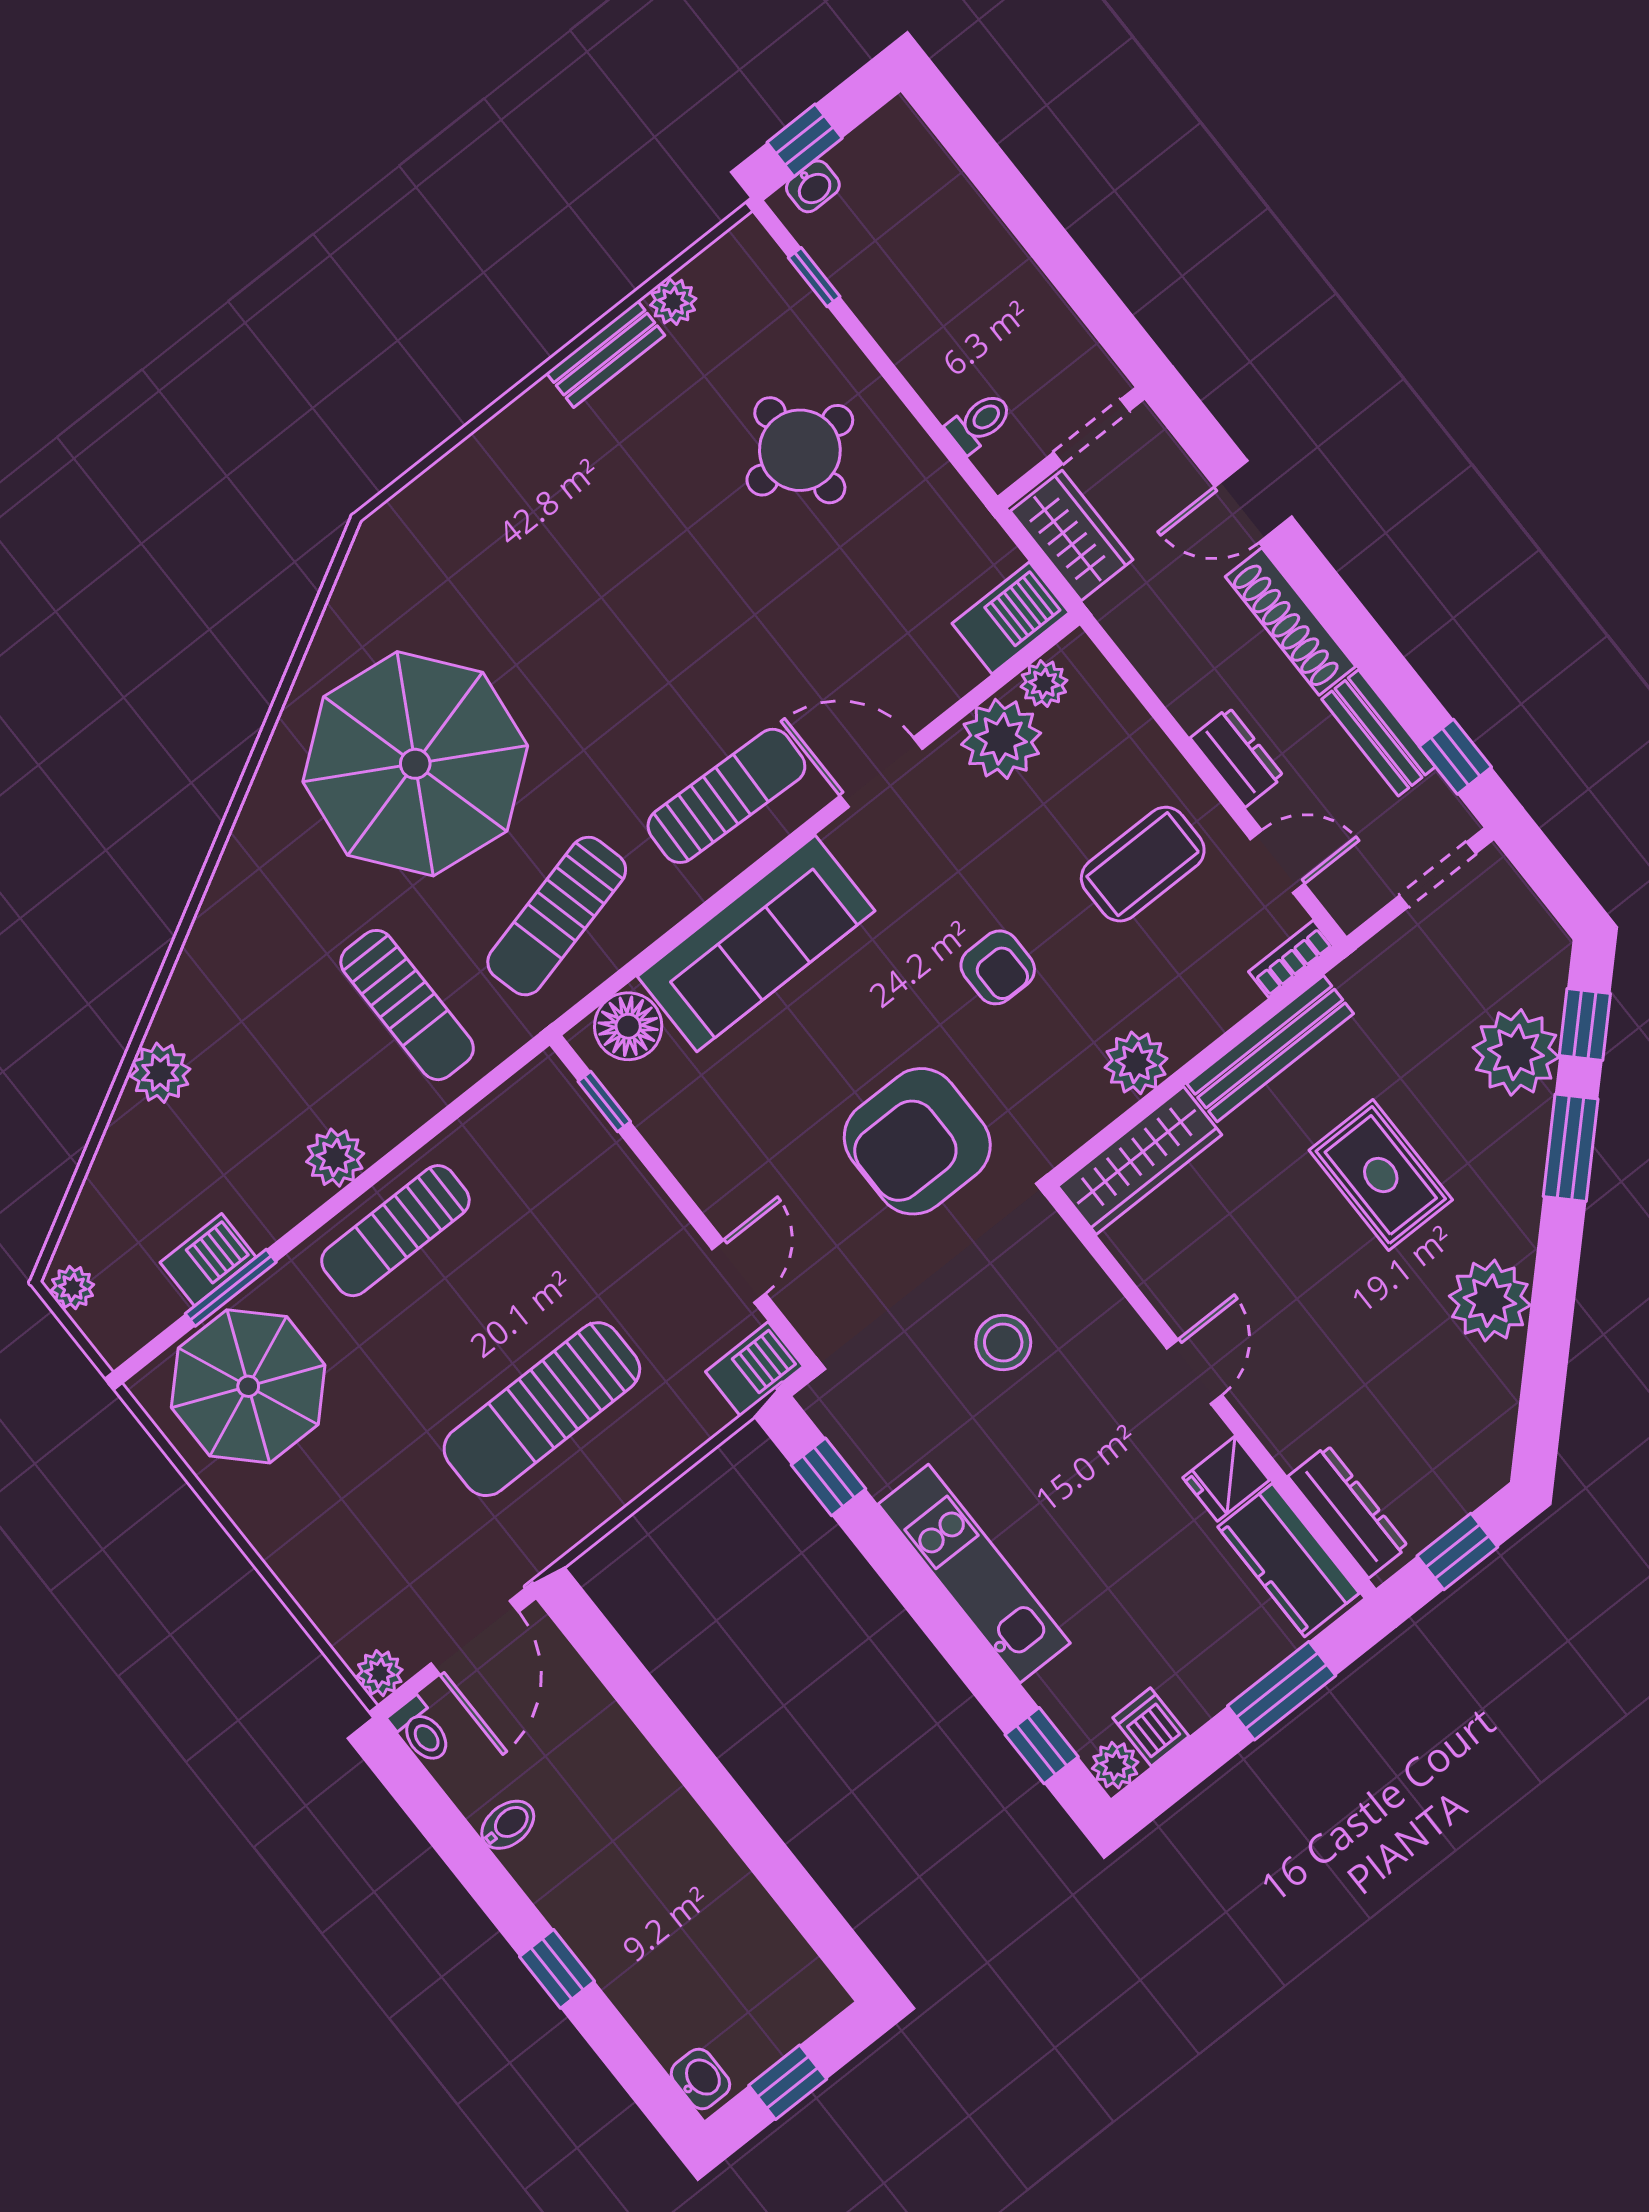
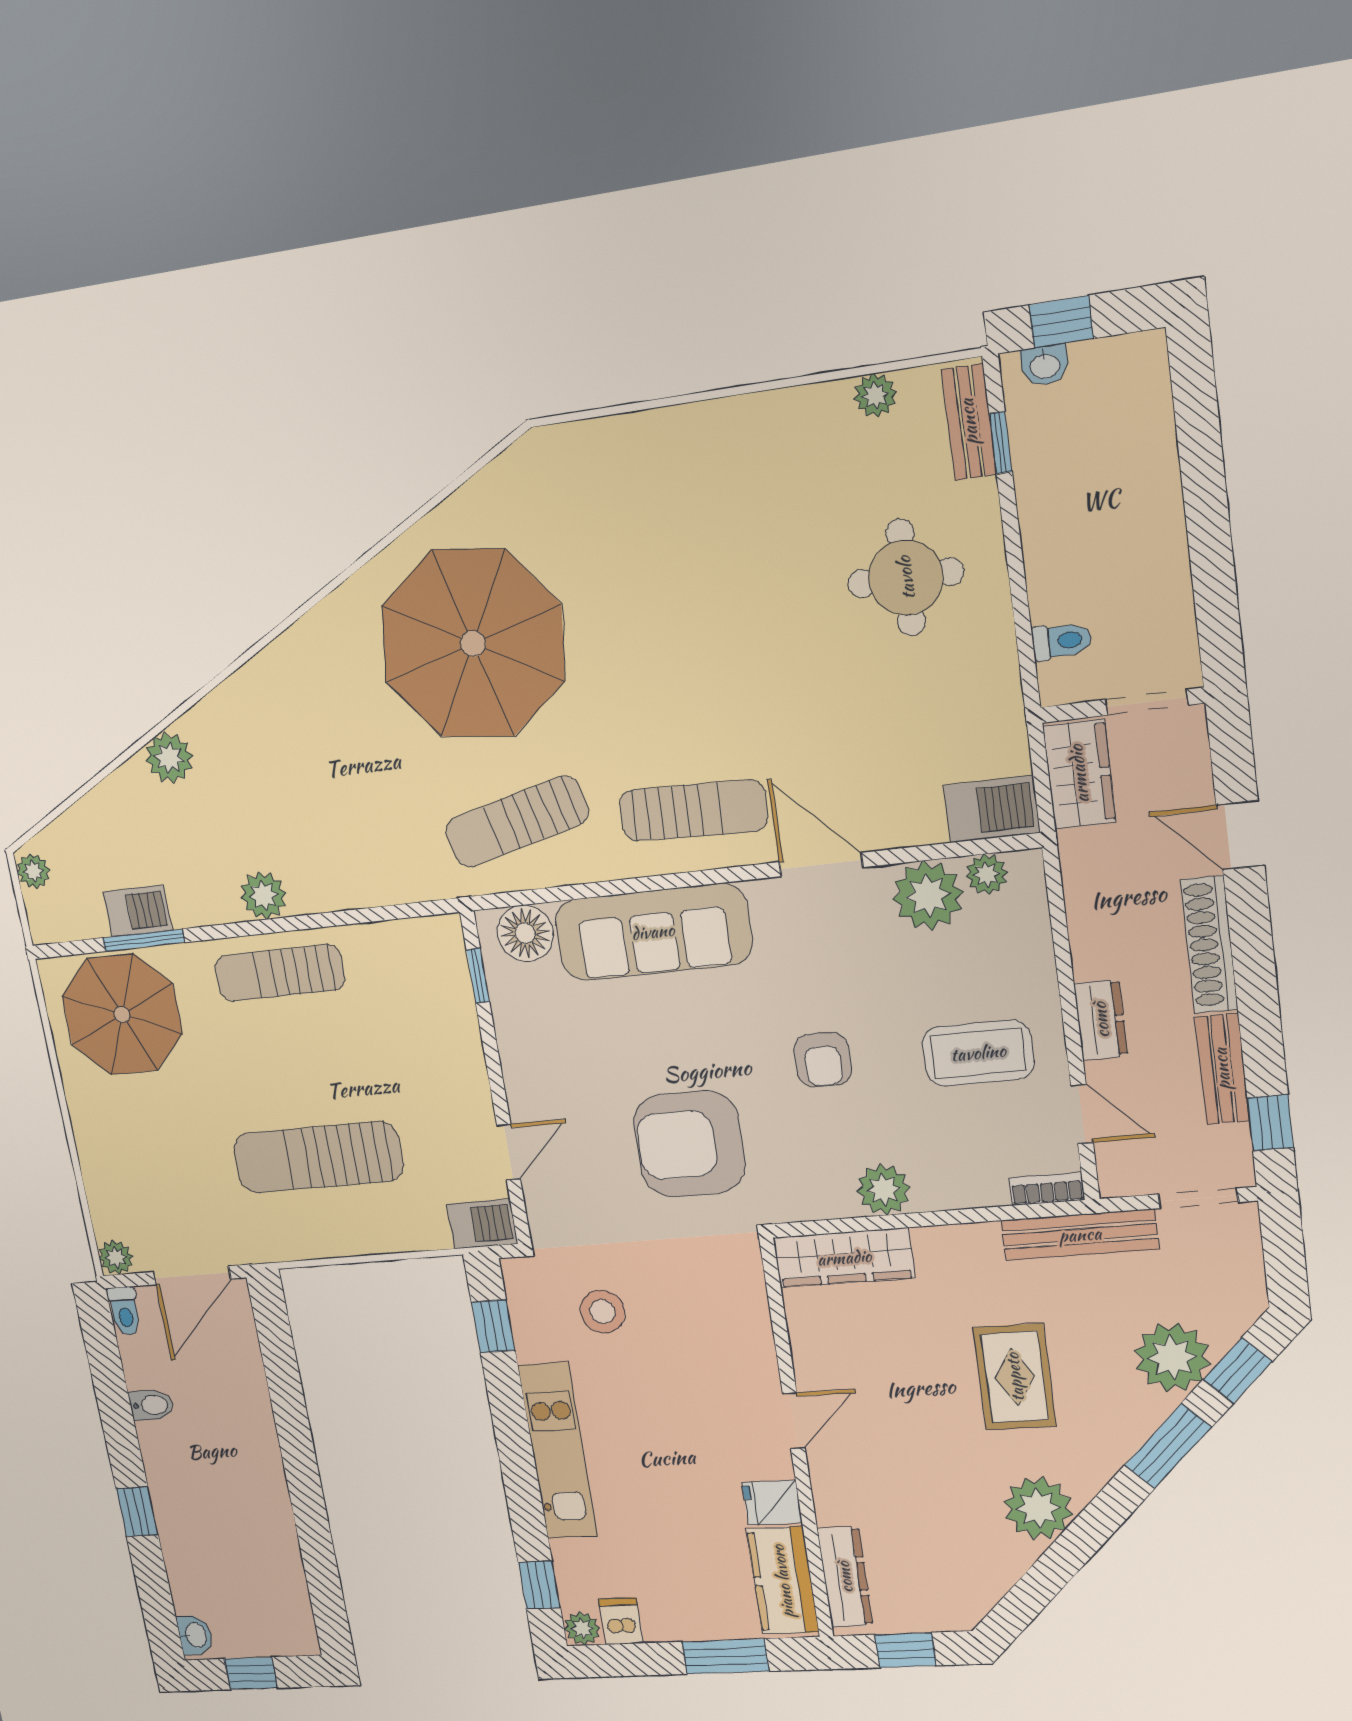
bench: (606, 354) -> (969, 422), moved, turned 90
sun lounger: (407, 1005) -> (372, 819), removed
bench: (1270, 1049) -> (1080, 1235), moved
stool: (1003, 1343) -> (602, 1311), moved

